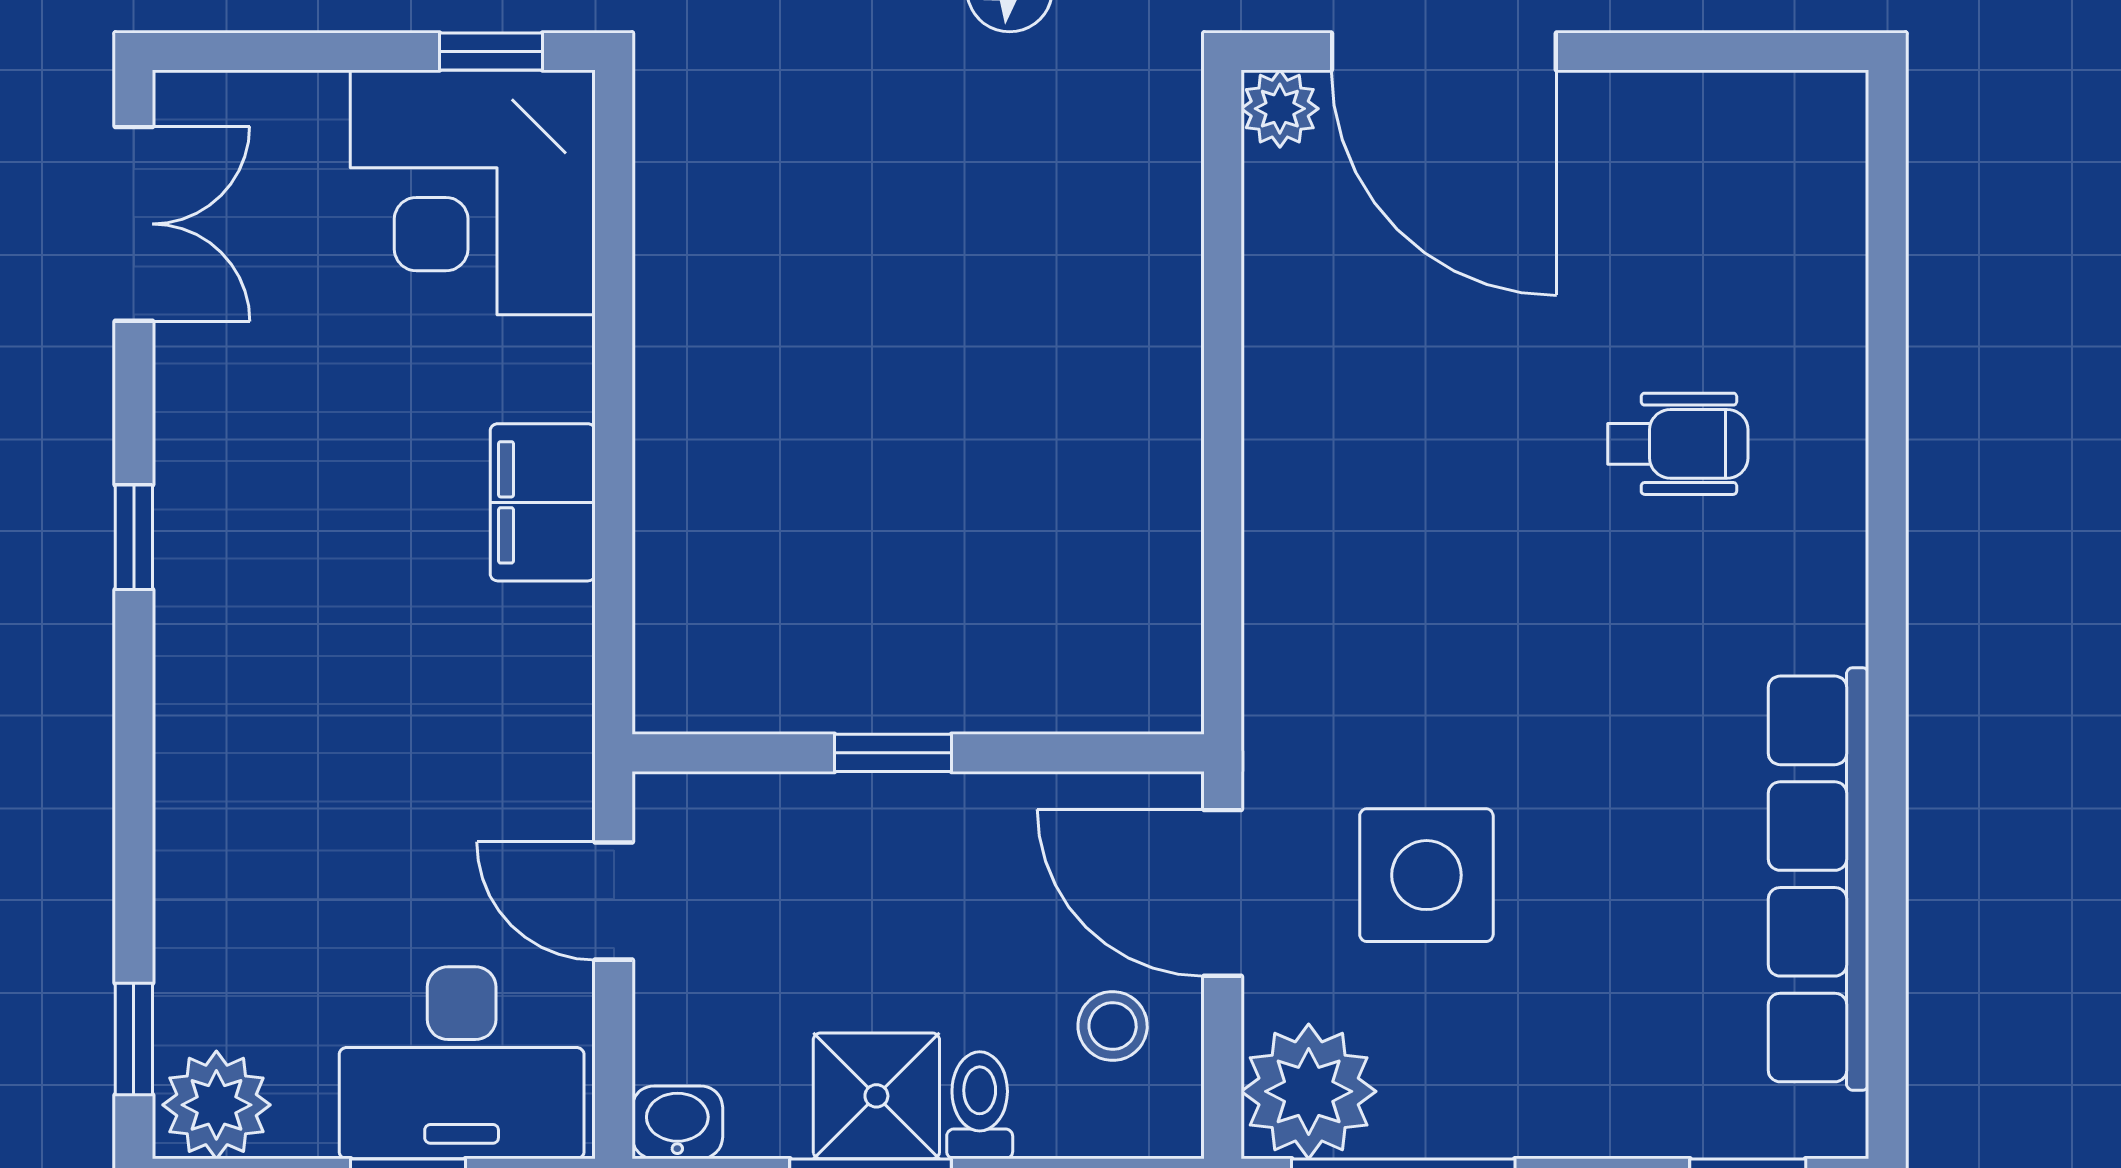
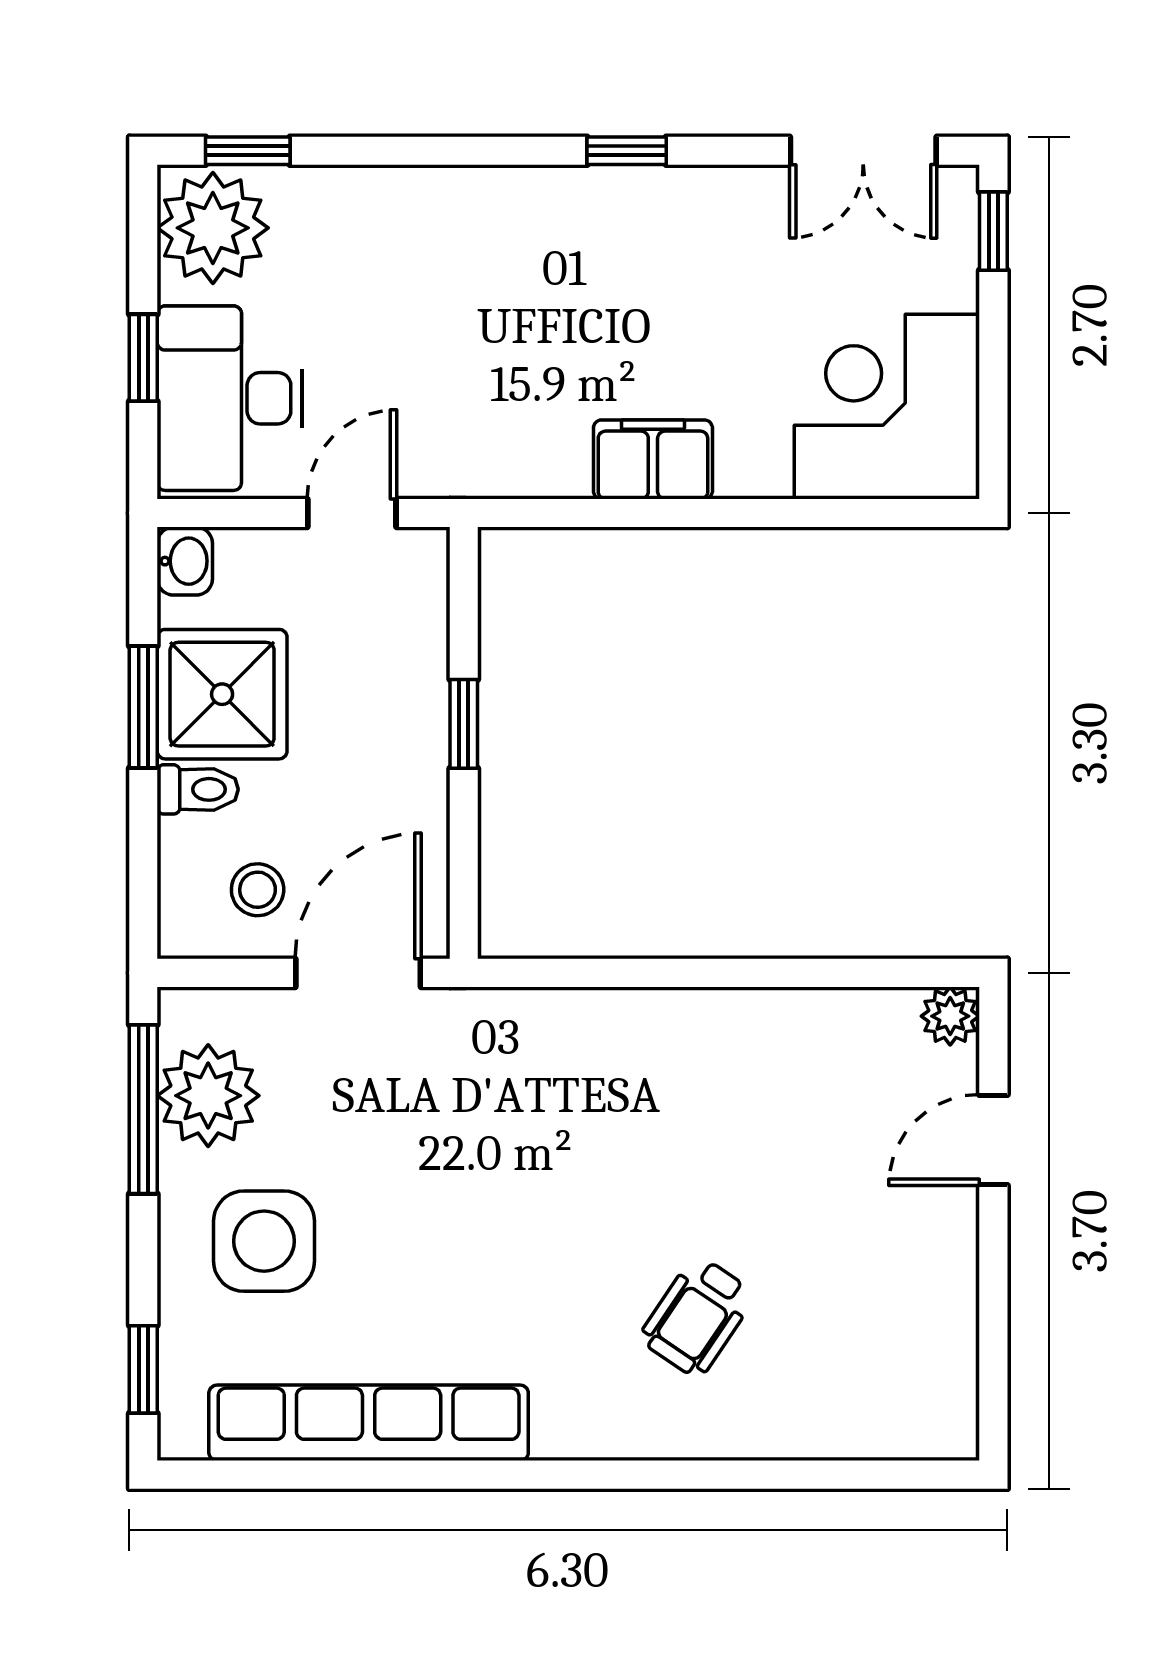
window: (491, 52) -> (993, 231), moved
door: (1444, 52) -> (993, 1140), width x0.53
wheelchair: (1678, 444) -> (697, 1317), turned 34
side table: (1426, 875) -> (264, 1241), moved
plant: (1309, 1091) -> (208, 1096), moved
shower: (876, 1096) -> (222, 694), width x1.36, depth x1.36
plant: (216, 1105) -> (213, 228), width x1.36, depth x1.36

